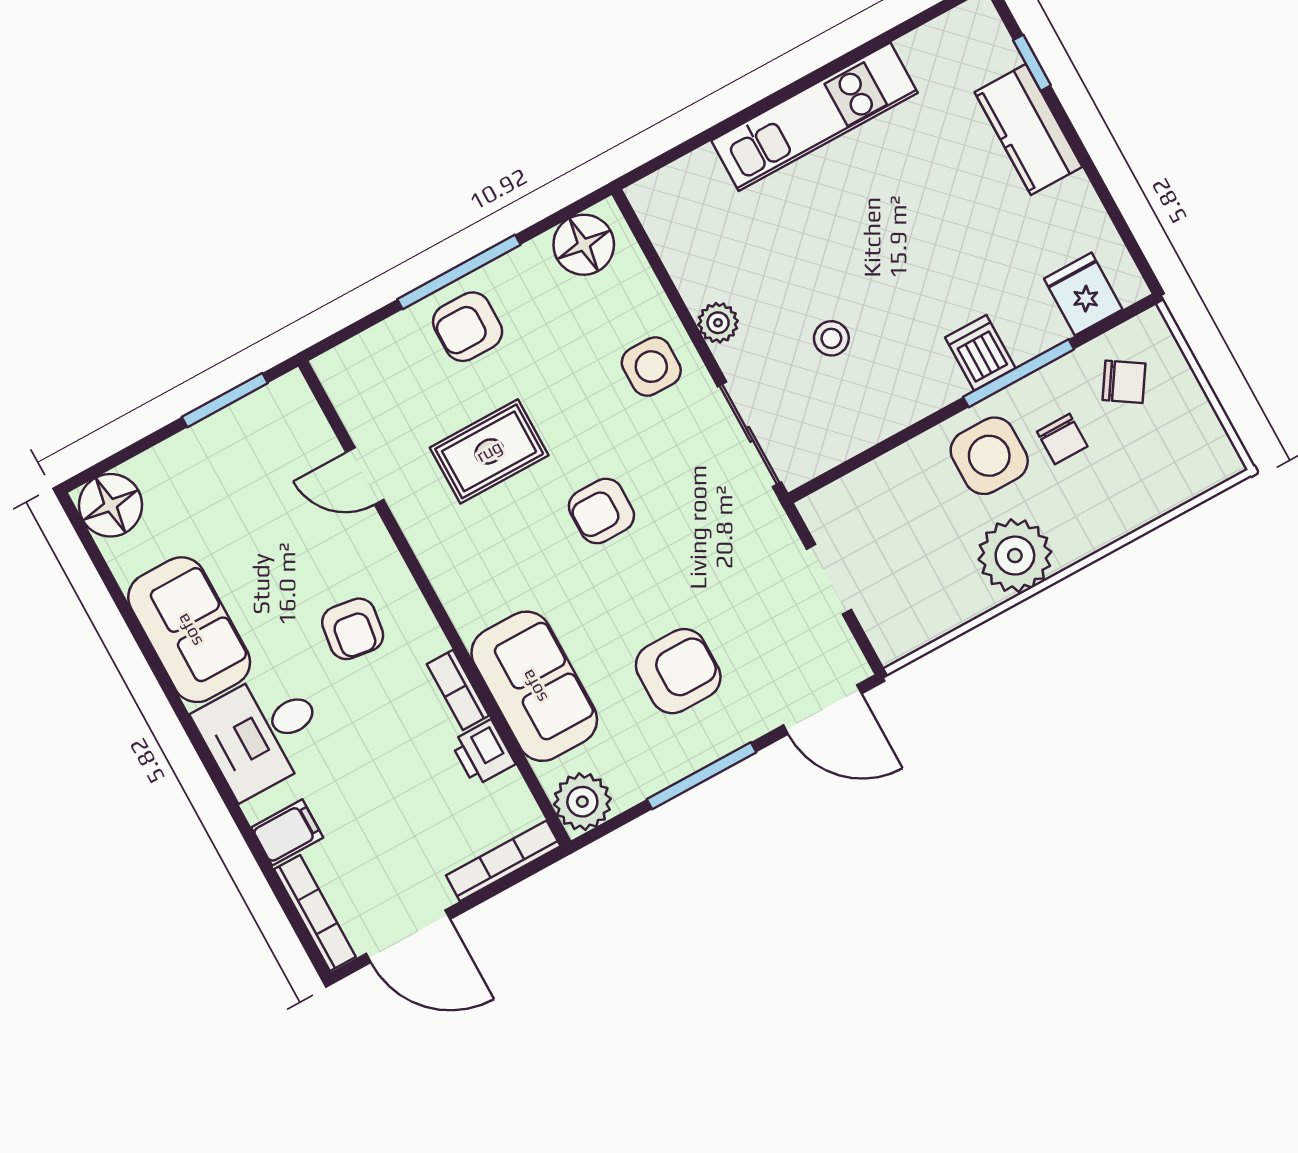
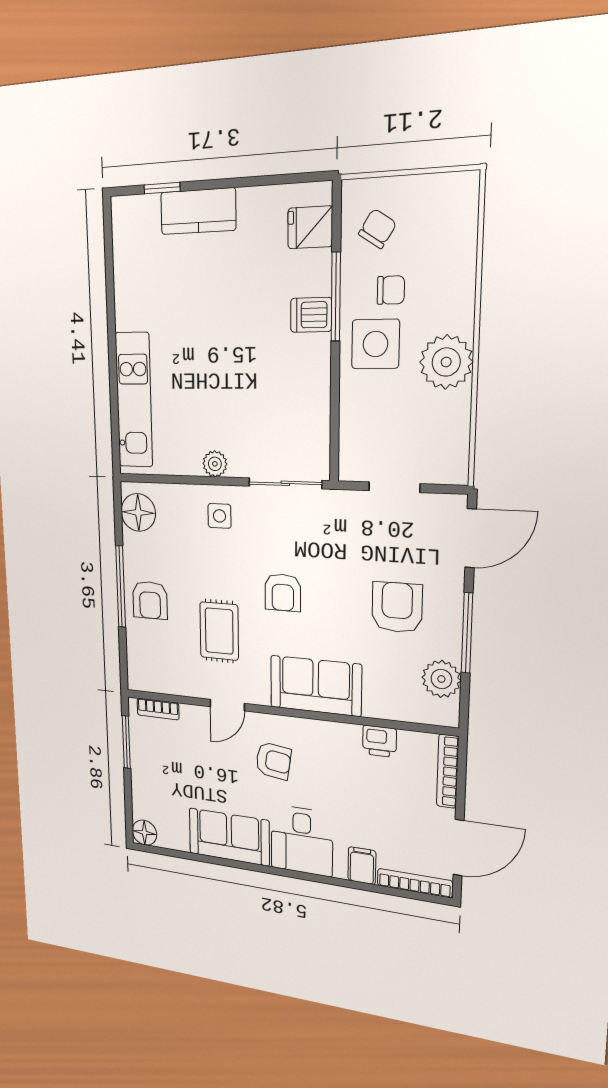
kitchen unit: (815, 117) -> (134, 400), moved
stool: (831, 338) -> (256, 403), removed
side table: (651, 367) -> (219, 516), width x0.73, depth x0.73
door: (365, 476) -> (227, 705), moved
floor lamp: (110, 505) -> (144, 833), width x0.73, depth x0.73
sofa: (534, 686) -> (316, 686), moved
bookcase: (458, 690) -> (158, 709), moved
plant: (582, 802) -> (441, 679), moved

